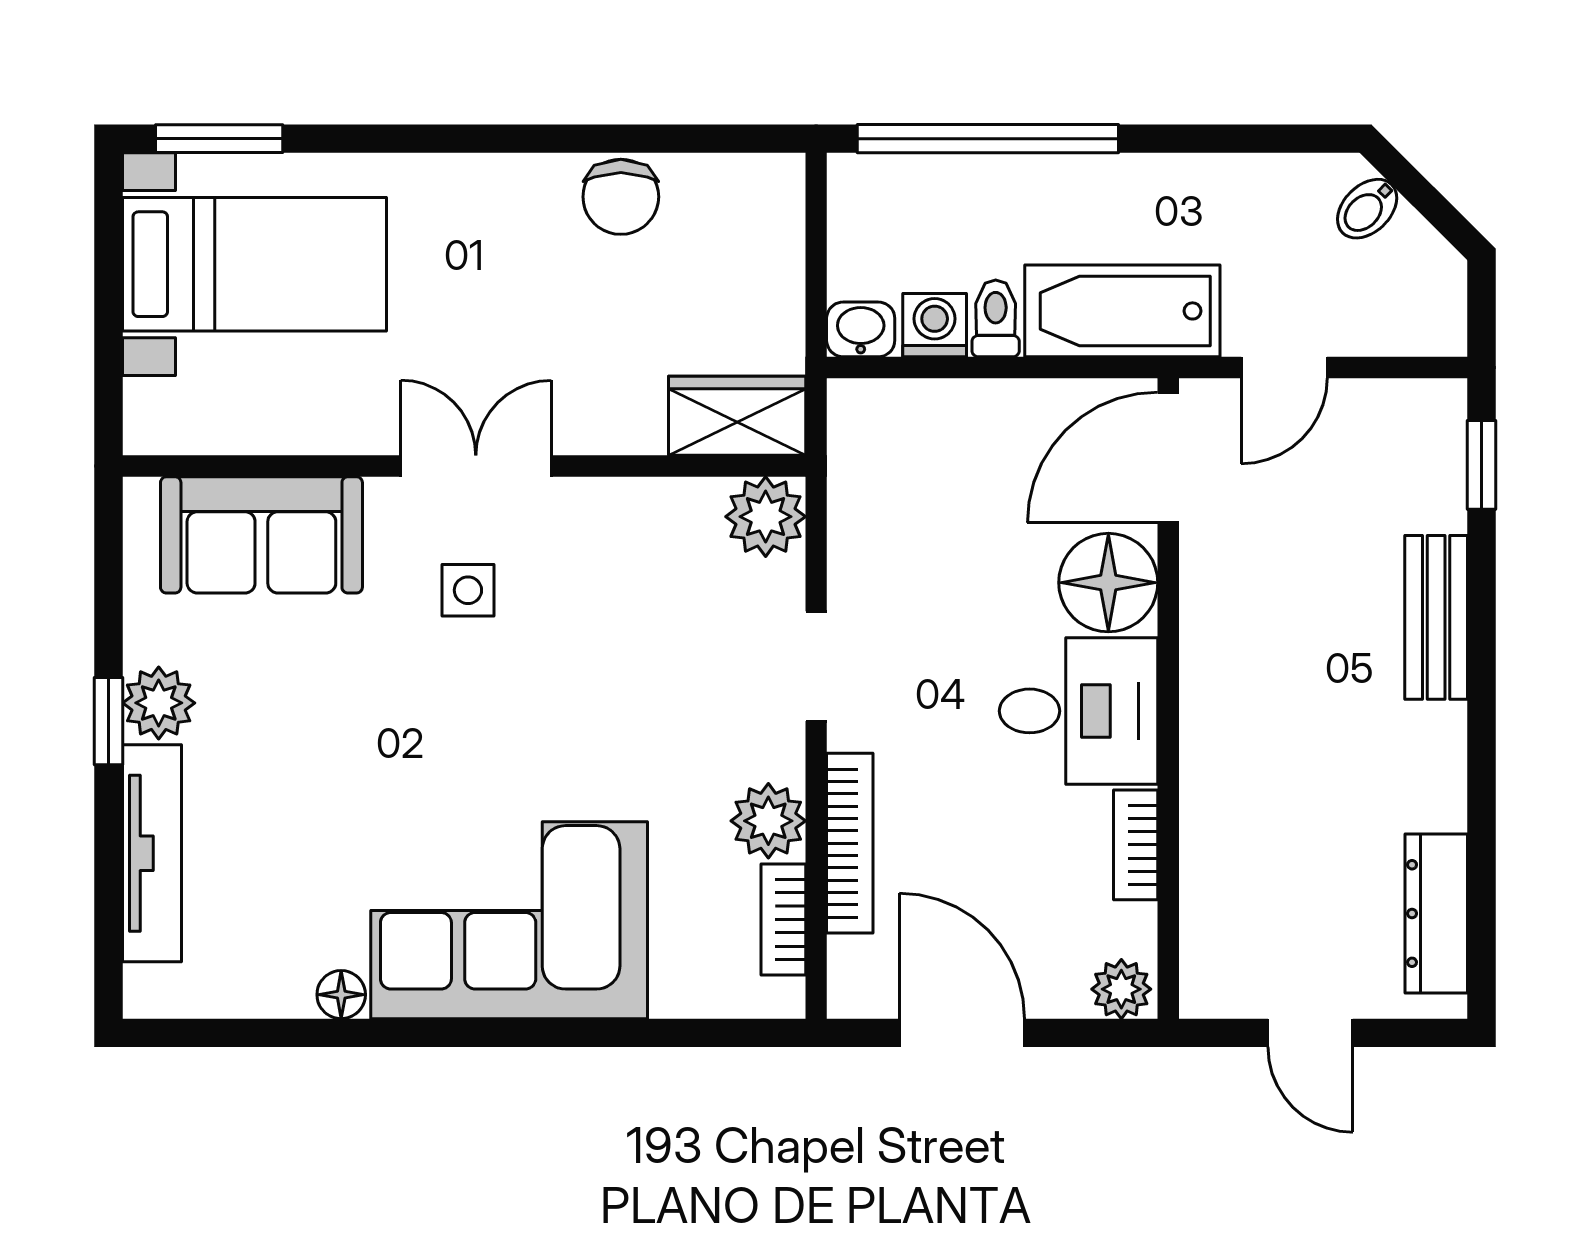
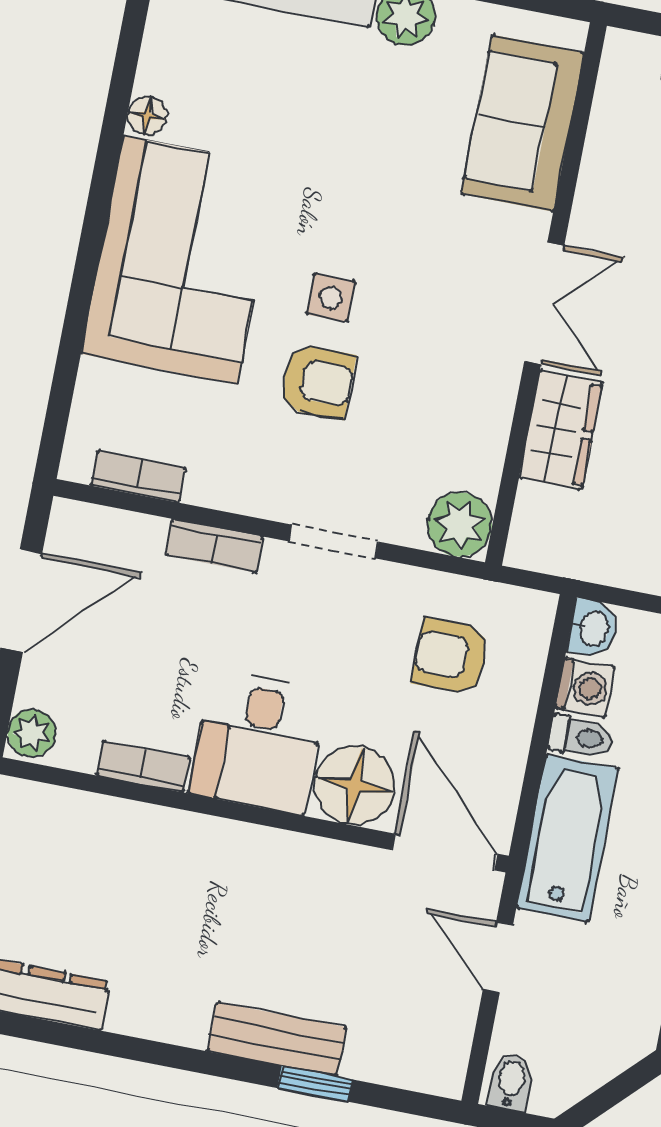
bidet: (1367, 209) -> (511, 1082), moved, turned 45
wardrobe: (737, 416) -> (561, 430), moved
window: (1482, 465) -> (315, 1084), moved
armchair: (928, 496) -> (451, 656), added
side table: (468, 590) -> (331, 298), moved
armchair: (625, 724) -> (318, 381), added
plant: (768, 821) -> (219, 480), removed
bookcase: (850, 843) -> (214, 546), width x0.64

